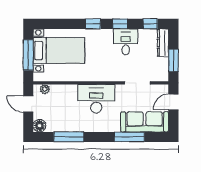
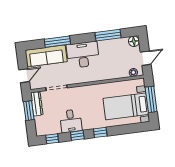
dresser: (163, 43) -> (37, 104), moved
desk: (96, 99) -> (83, 55), moved, turned 180
door: (28, 104) -> (146, 58), hinge flipped

